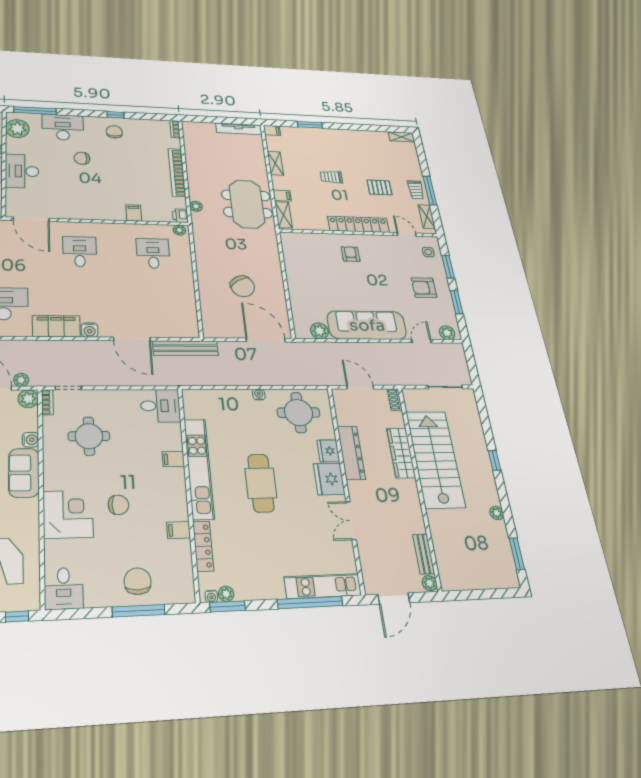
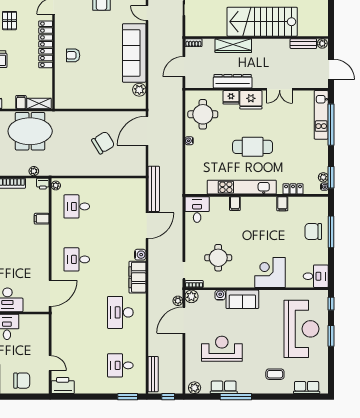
stairs: (435, 459) -> (262, 22), moved
chair: (118, 505) -> (265, 241), removed
locker: (203, 546) -> (293, 189), width x0.66

